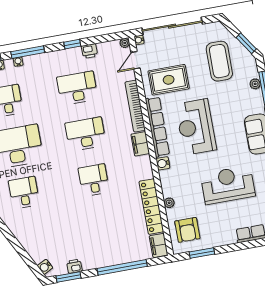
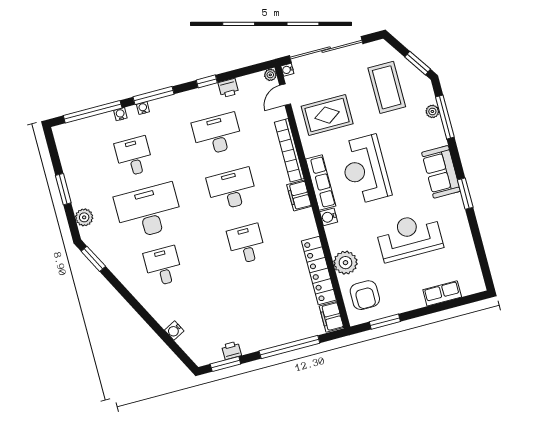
row of seats: (157, 127) -> (321, 183), width x0.73
plant: (169, 203) -> (345, 263), width x1.87, depth x1.87
water cooler: (45, 267) -> (174, 331), moved

